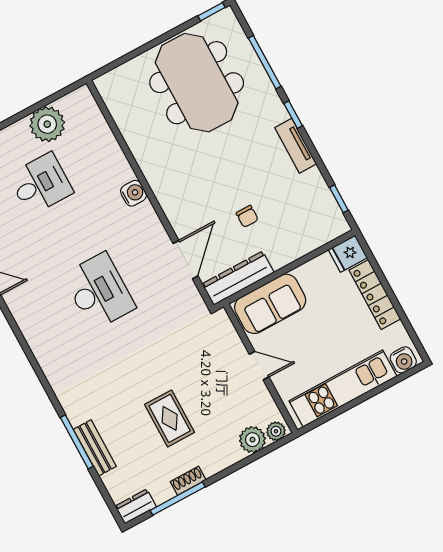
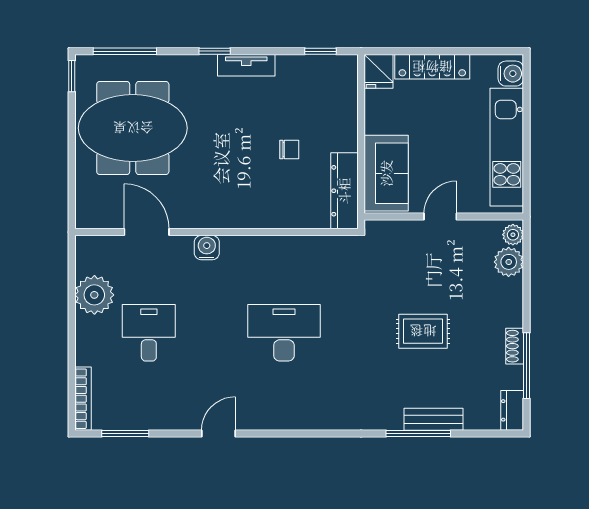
window: (265, 62) -> (125, 51), moved
door: (186, 260) -> (147, 232), moved
rug: (170, 418) -> (423, 331), moved

